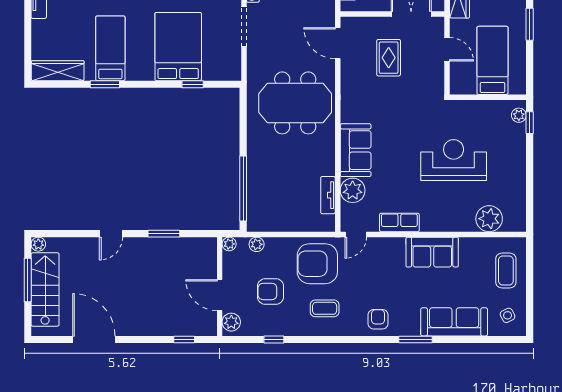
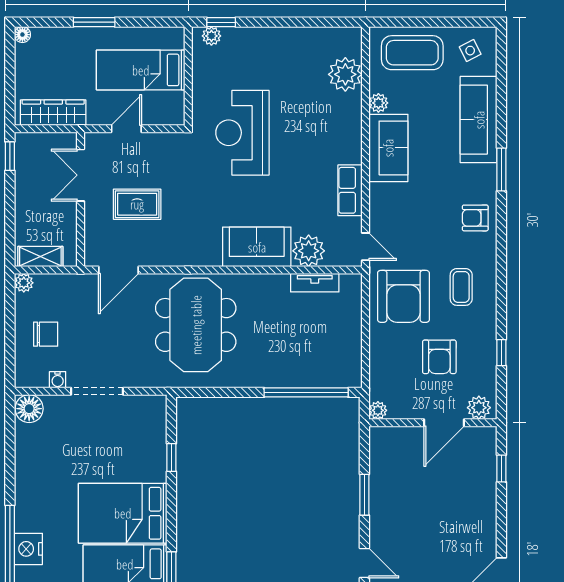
bed: (178, 47) -> (123, 513), moved
reception desk: (454, 160) -> (242, 133), moved
plant: (257, 244) -> (378, 103), moved
coffee table: (506, 271) -> (412, 53), width x1.36, depth x1.32

